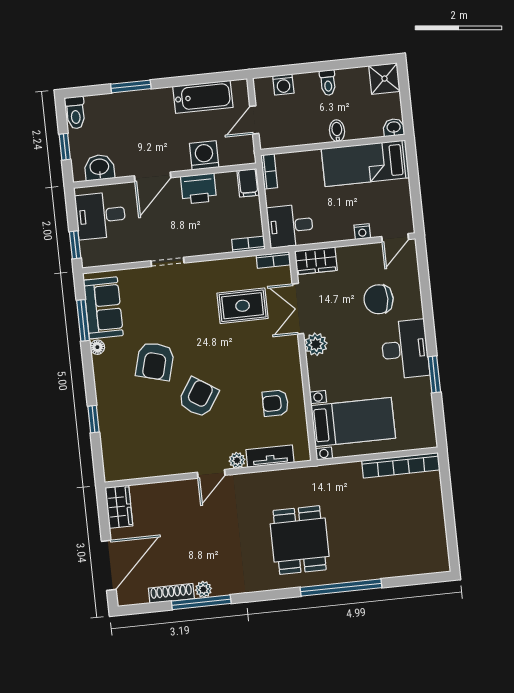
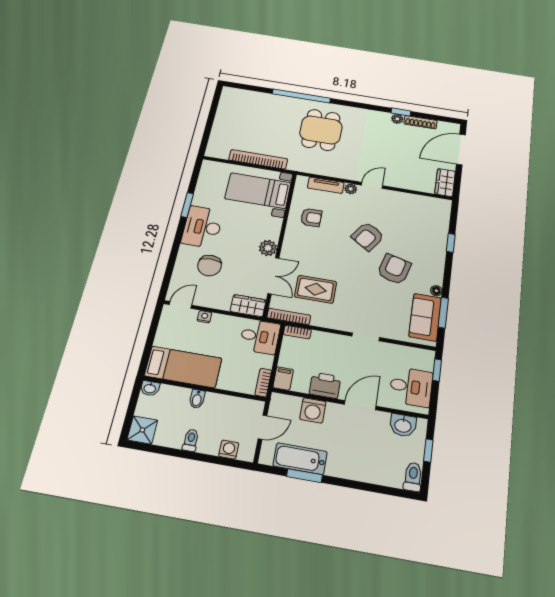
window: (131, 86) -> (304, 476), moved
bookcase: (273, 260) -> (289, 316), width x1.56
chair: (379, 299) -> (210, 266), turned 88
bookcase: (401, 465) -> (258, 159), moved
window: (201, 602) -> (401, 112), width x0.46

